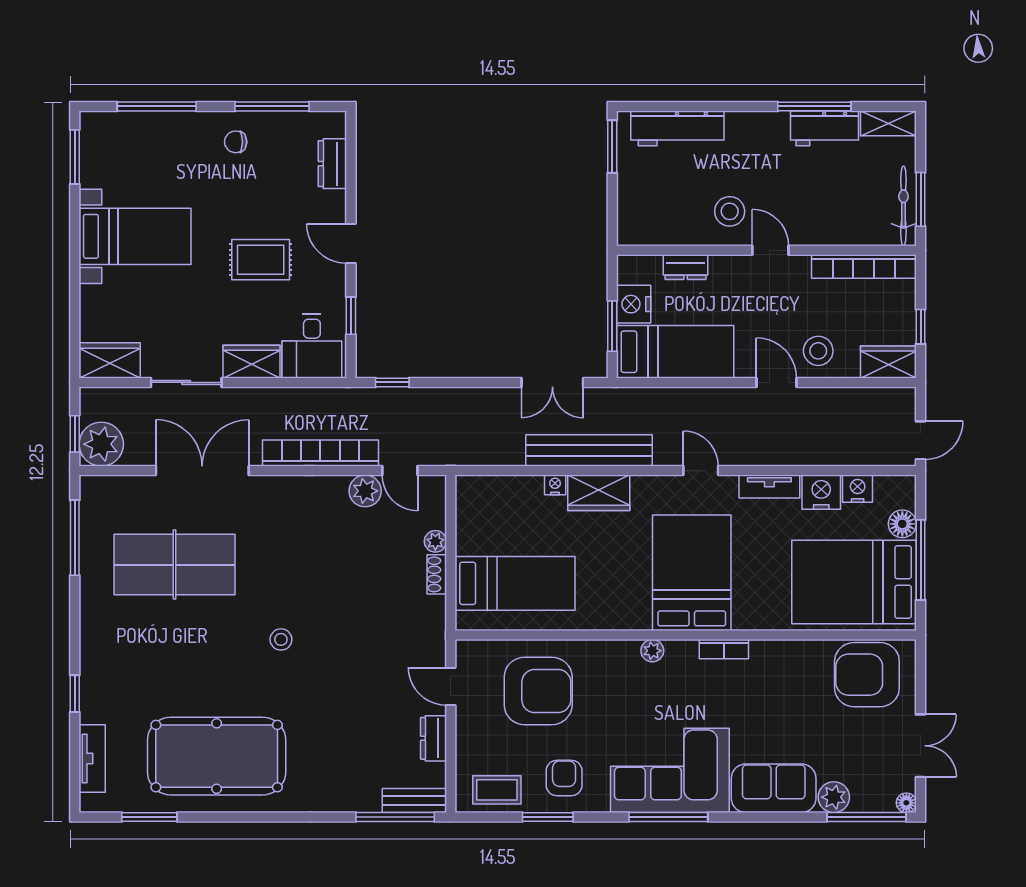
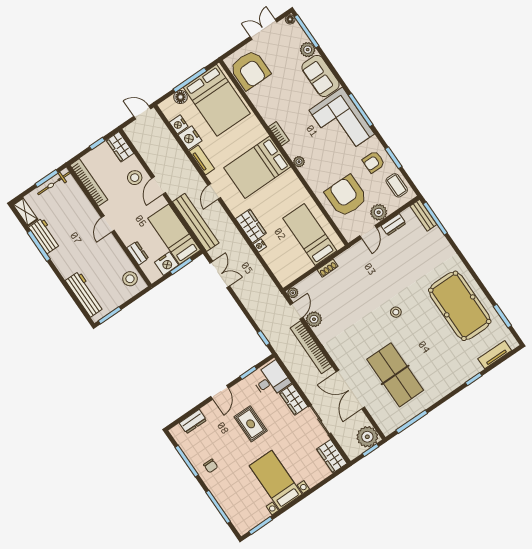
stool: (730, 211) -> (130, 279), moved
bench: (589, 450) -> (196, 222), moved
plant: (435, 541) -> (293, 293), moved
plant: (472, 727) -> (379, 212), added

